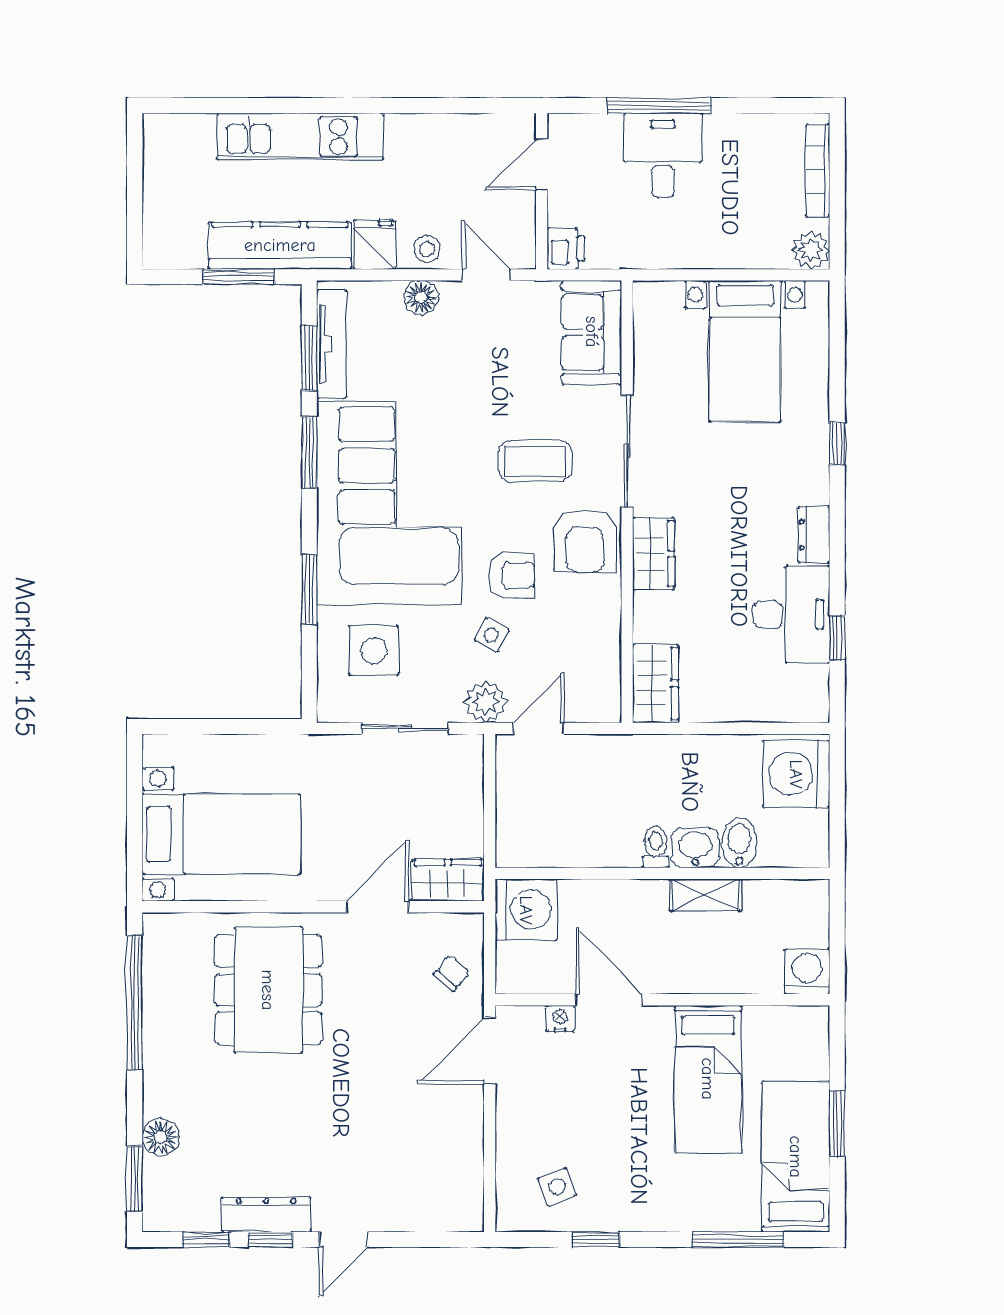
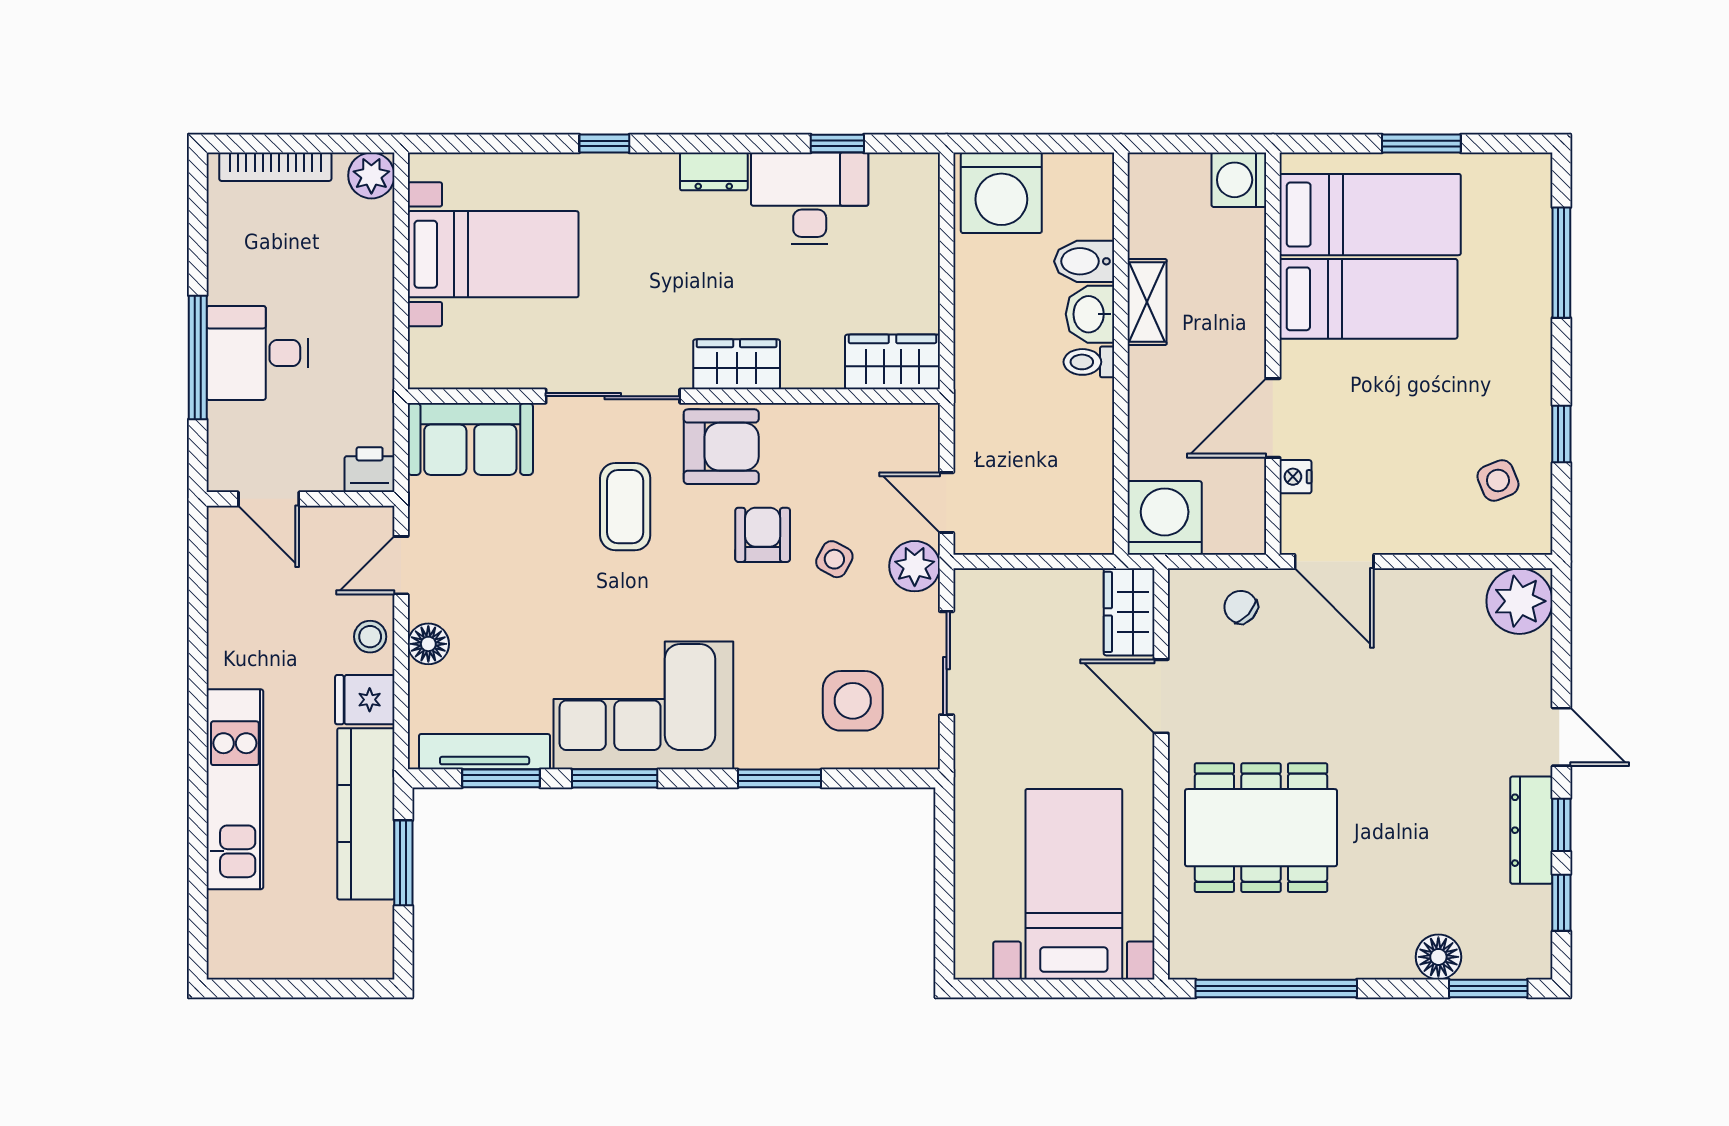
corner sofa: (389, 503) -> (643, 705), width x0.73, depth x0.74
bed: (796, 1157) -> (1370, 215), moved, turned 180
plant: (457, 1205) -> (1519, 601), added

